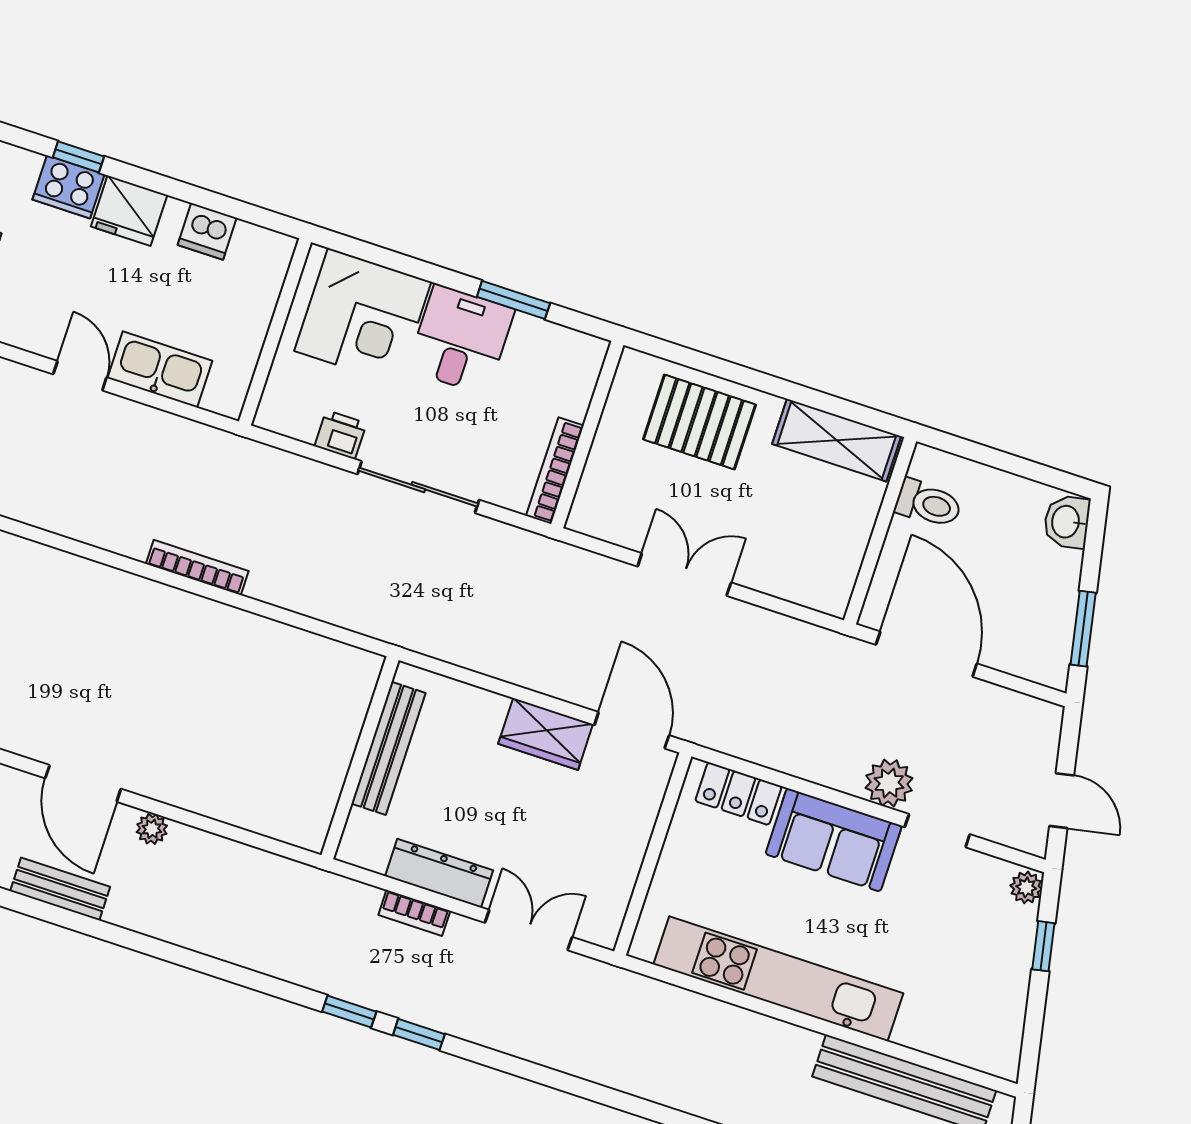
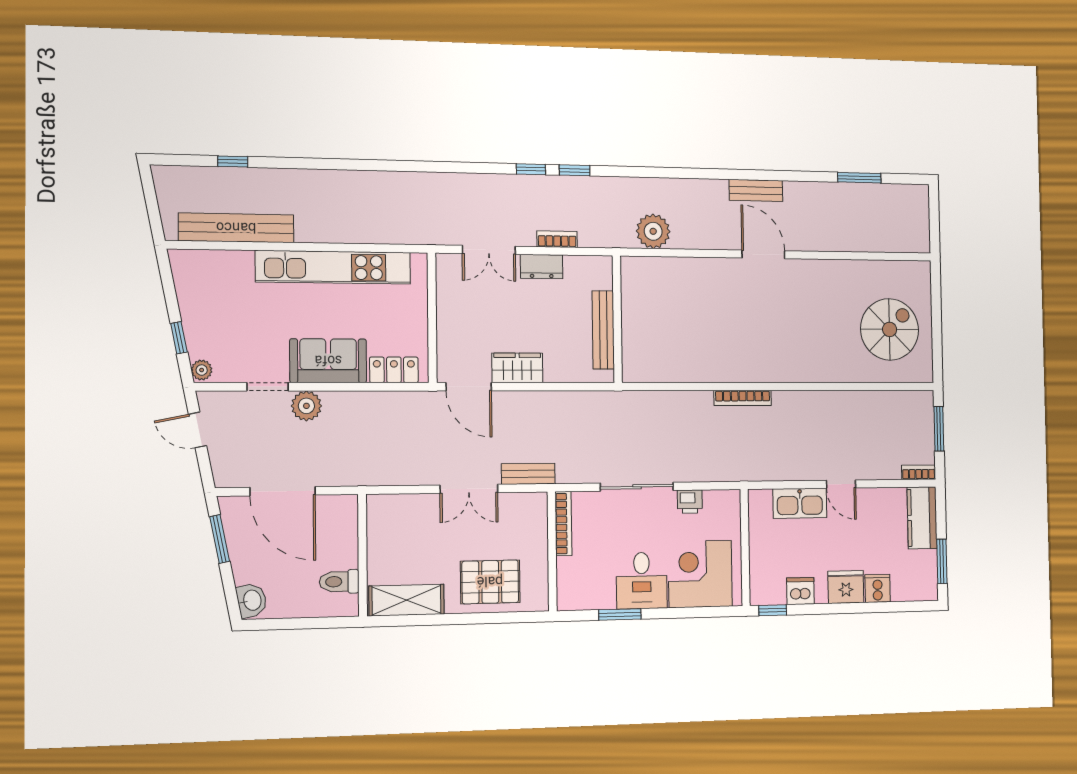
window: (78, 157) -> (773, 610), moved
cooker: (69, 187) -> (878, 588), width x0.73
bench: (584, 566) -> (528, 474), added
door: (926, 654) -> (283, 491), moved
plant: (152, 829) -> (653, 231), moved, width x1.88, depth x1.88
dresser: (439, 873) -> (542, 267), width x0.70

